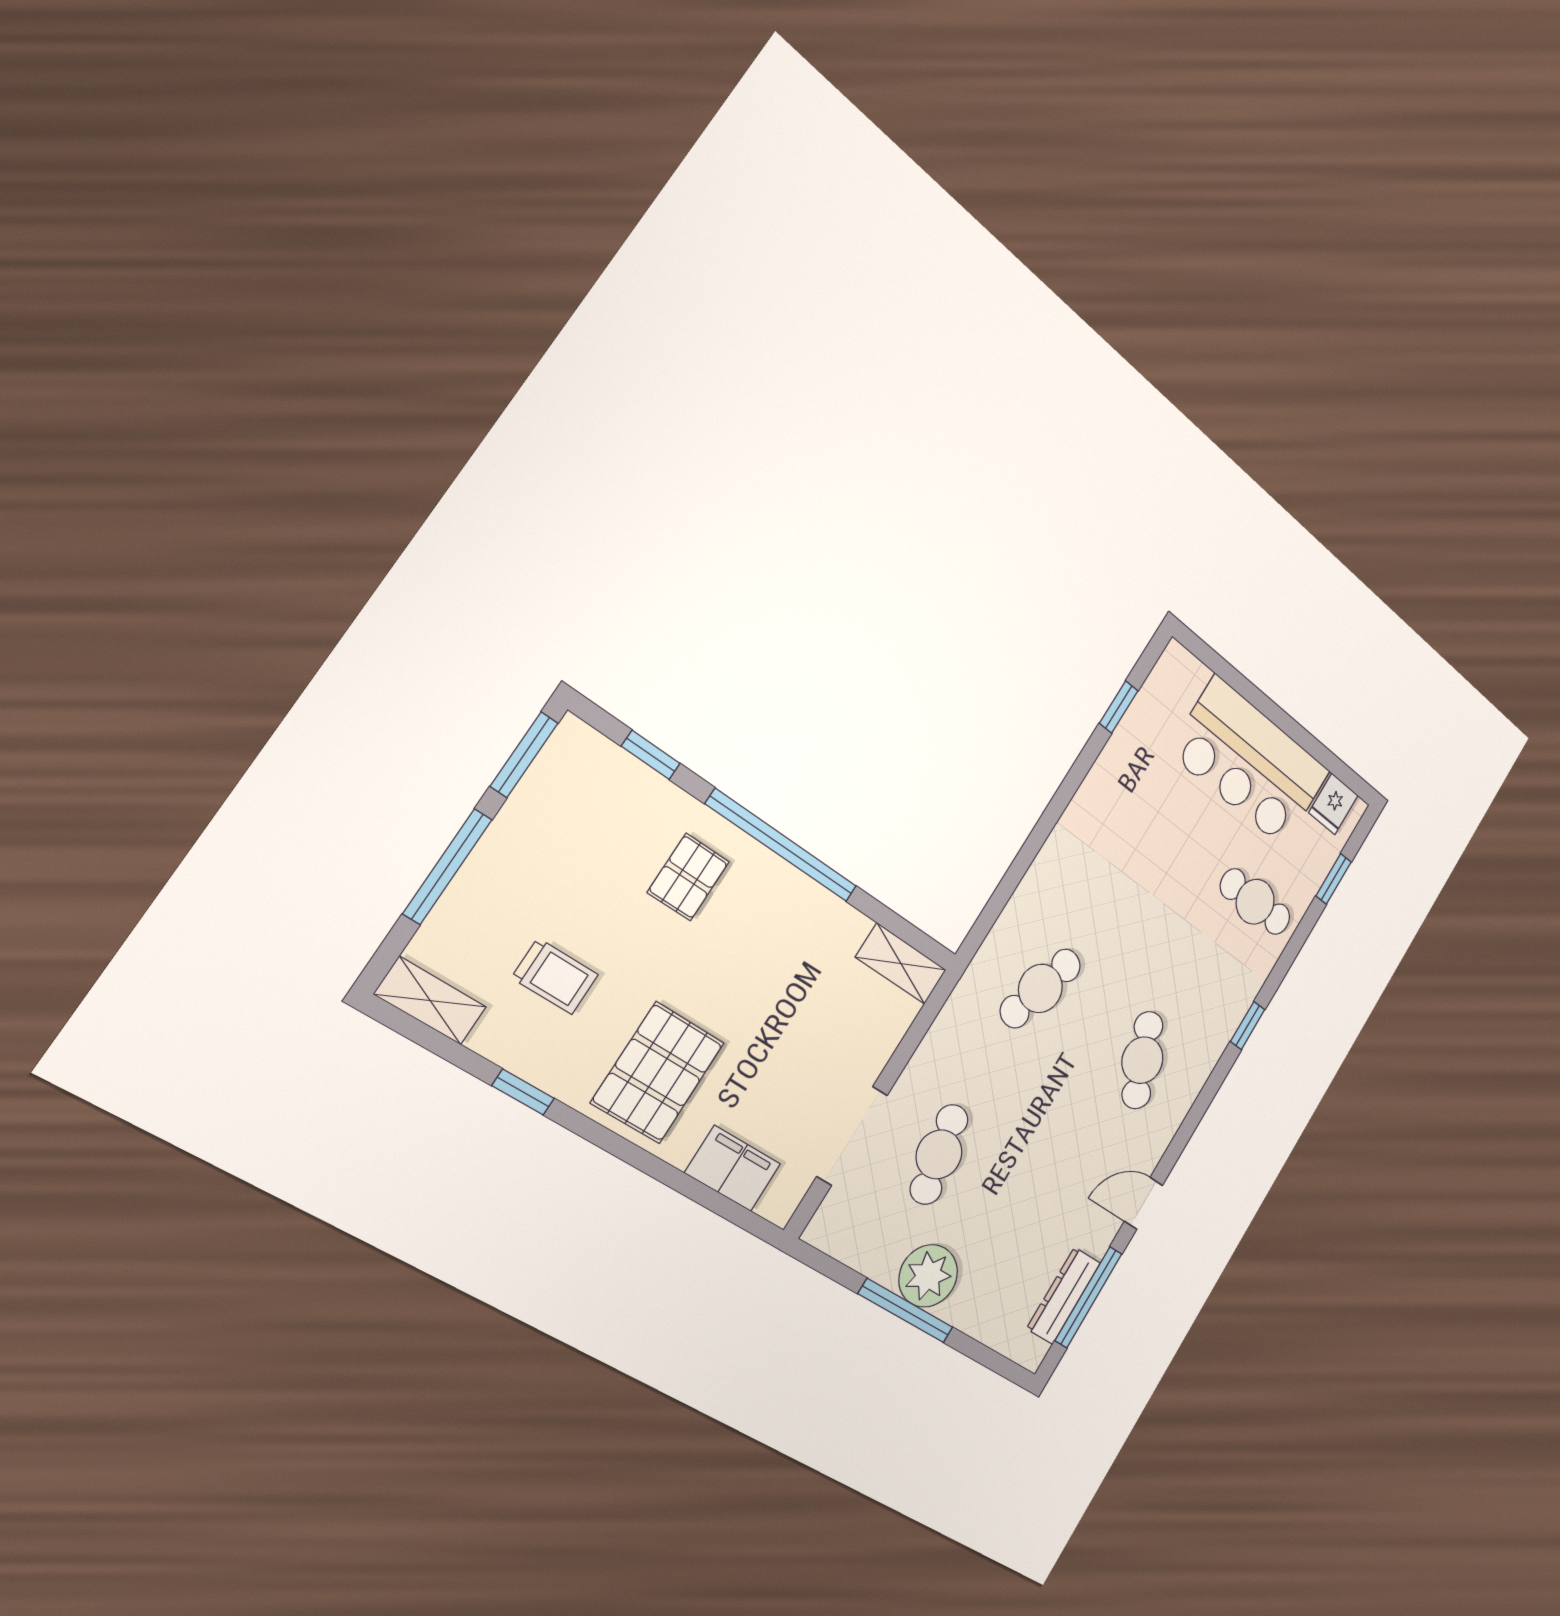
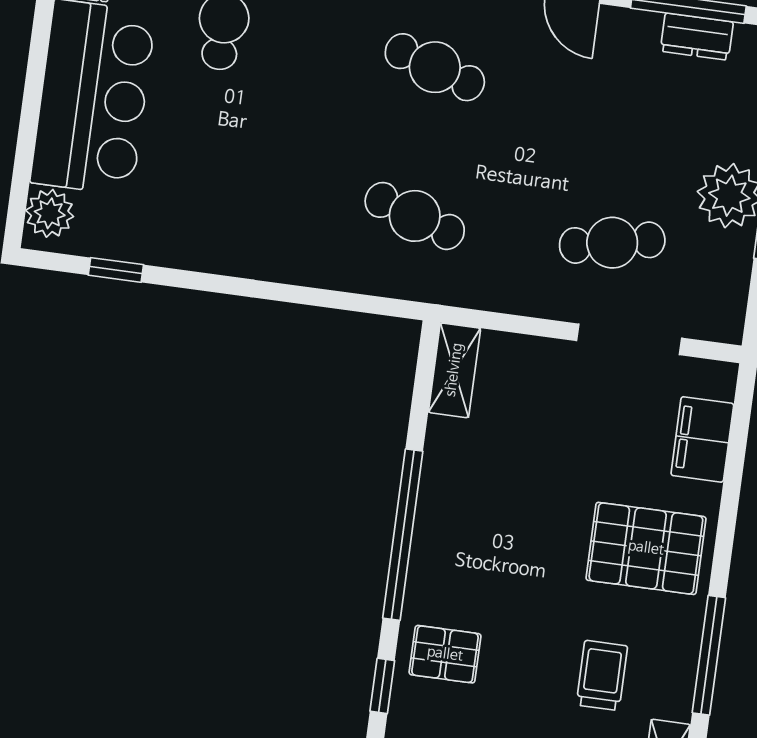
plant: (1186, 676) -> (50, 213), added
pallet: (688, 877) -> (445, 654), moved
cafe table: (1142, 1060) -> (435, 67), turned 42
window: (523, 1092) -> (709, 655), width x2.17
dresser: (1064, 1296) -> (697, 37), width x0.70

